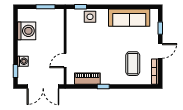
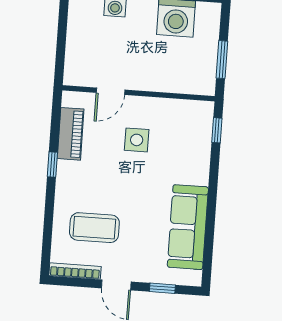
side table: (90, 17) -> (137, 140), moved
door: (65, 61) -> (111, 91), swing flipped
double door: (43, 87) -> (61, 43), removed

